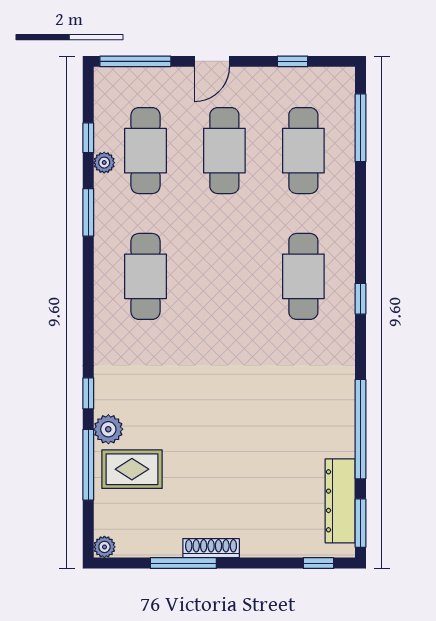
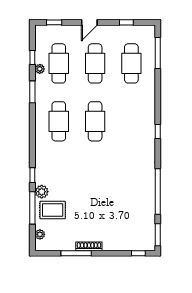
window: (135, 61) -> (54, 22), width x0.46
cafe table: (303, 276) -> (95, 121), moved
dresser: (340, 501) -> (148, 225), removed
plant: (104, 547) -> (40, 234), moved

